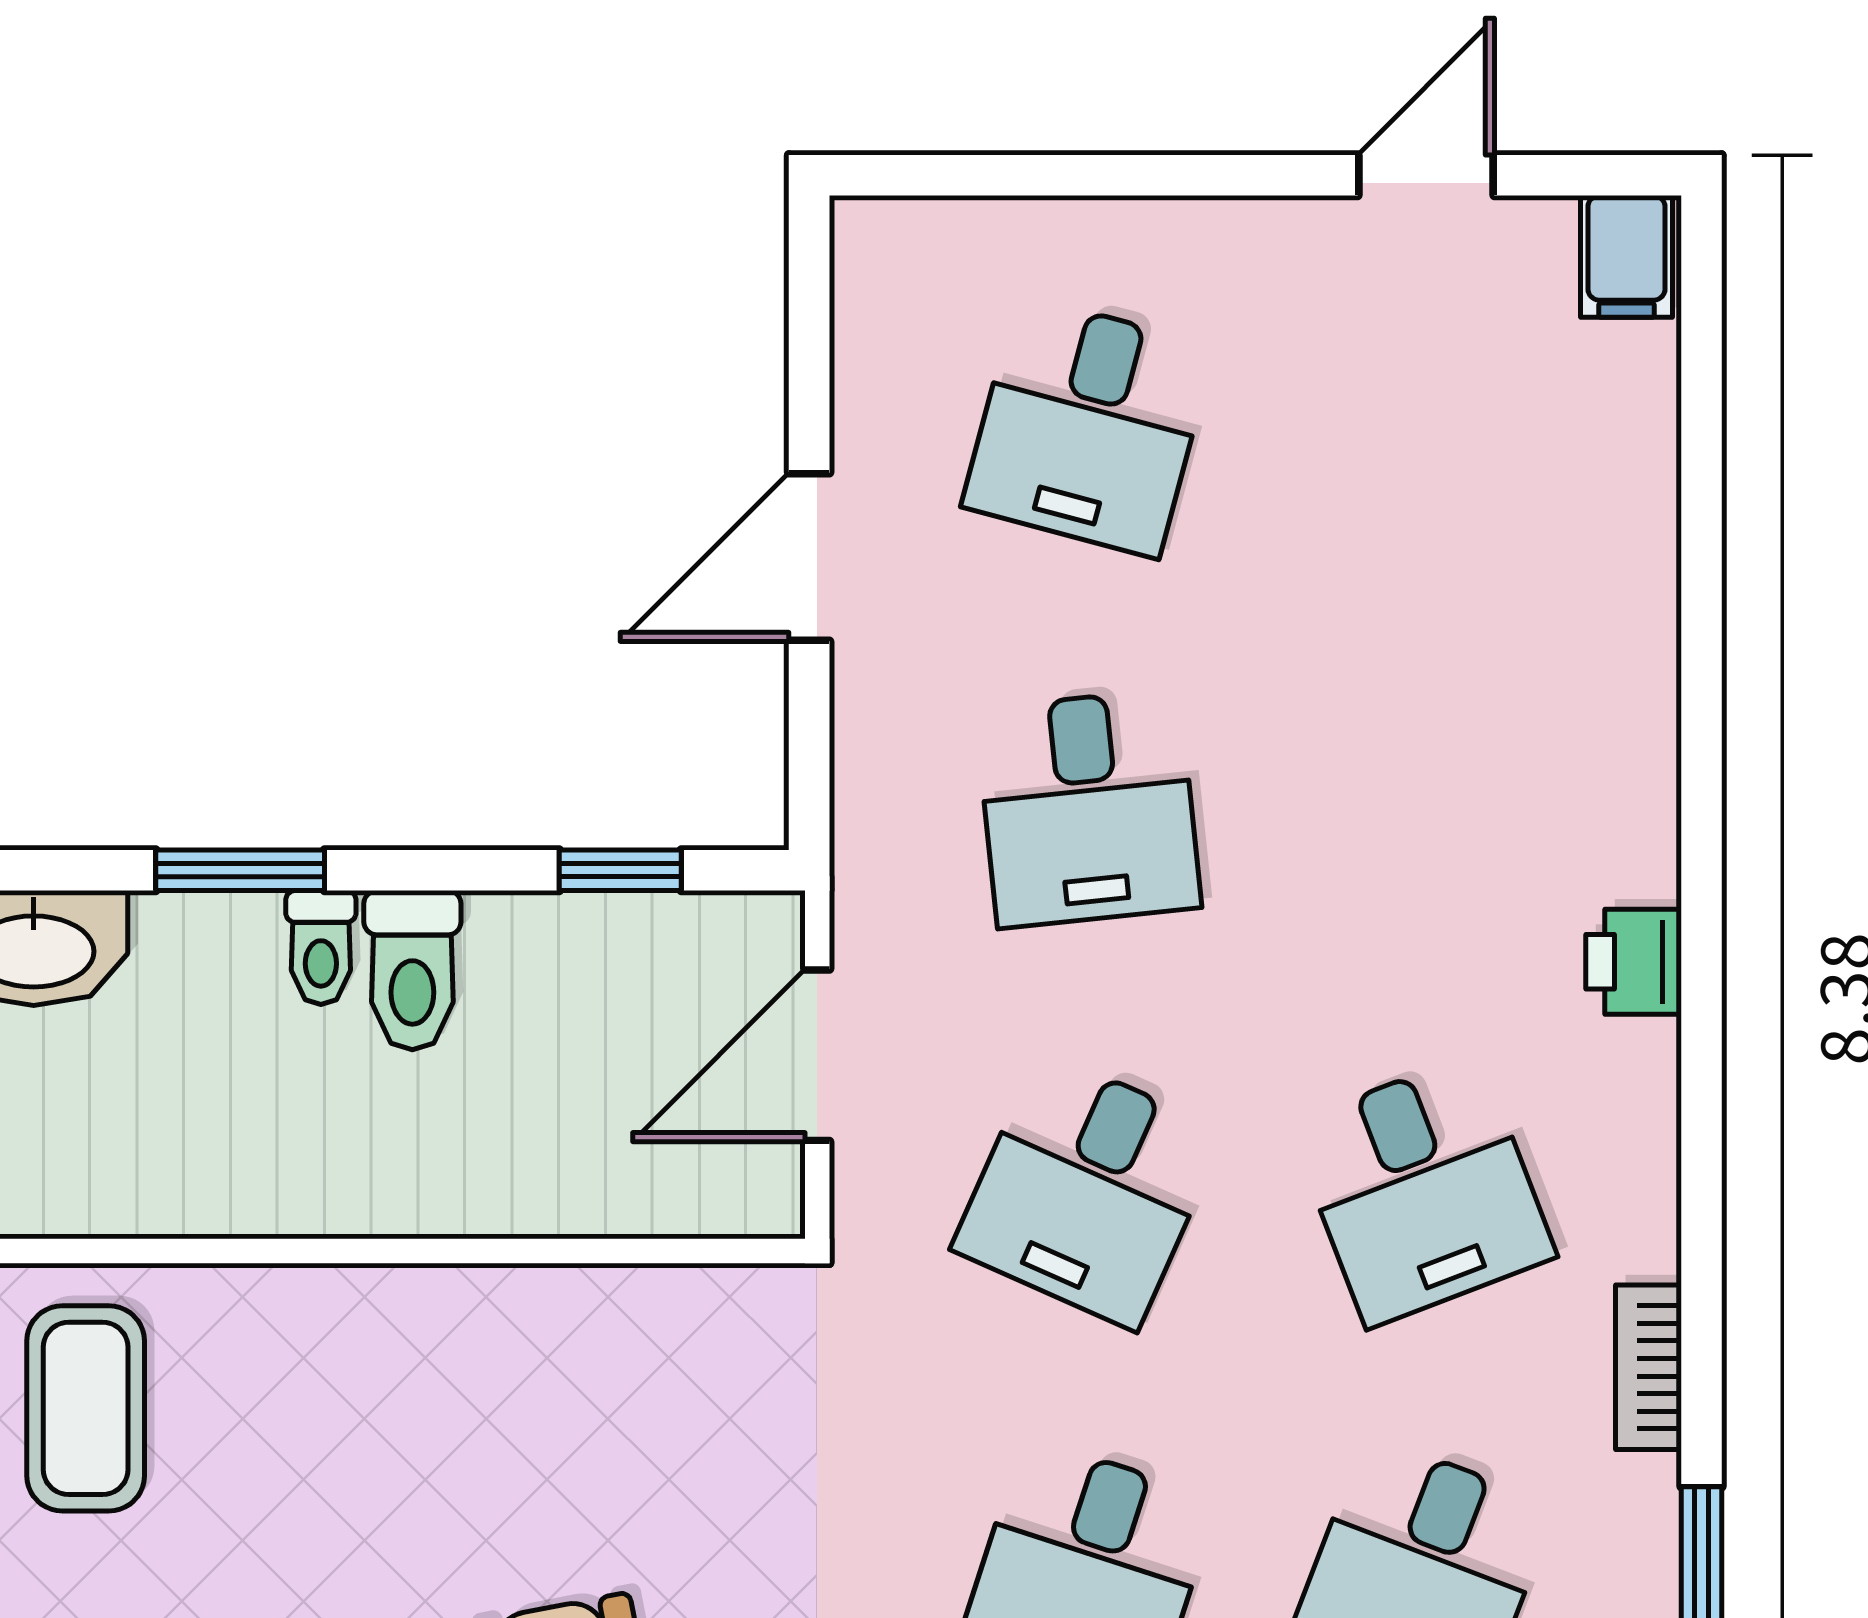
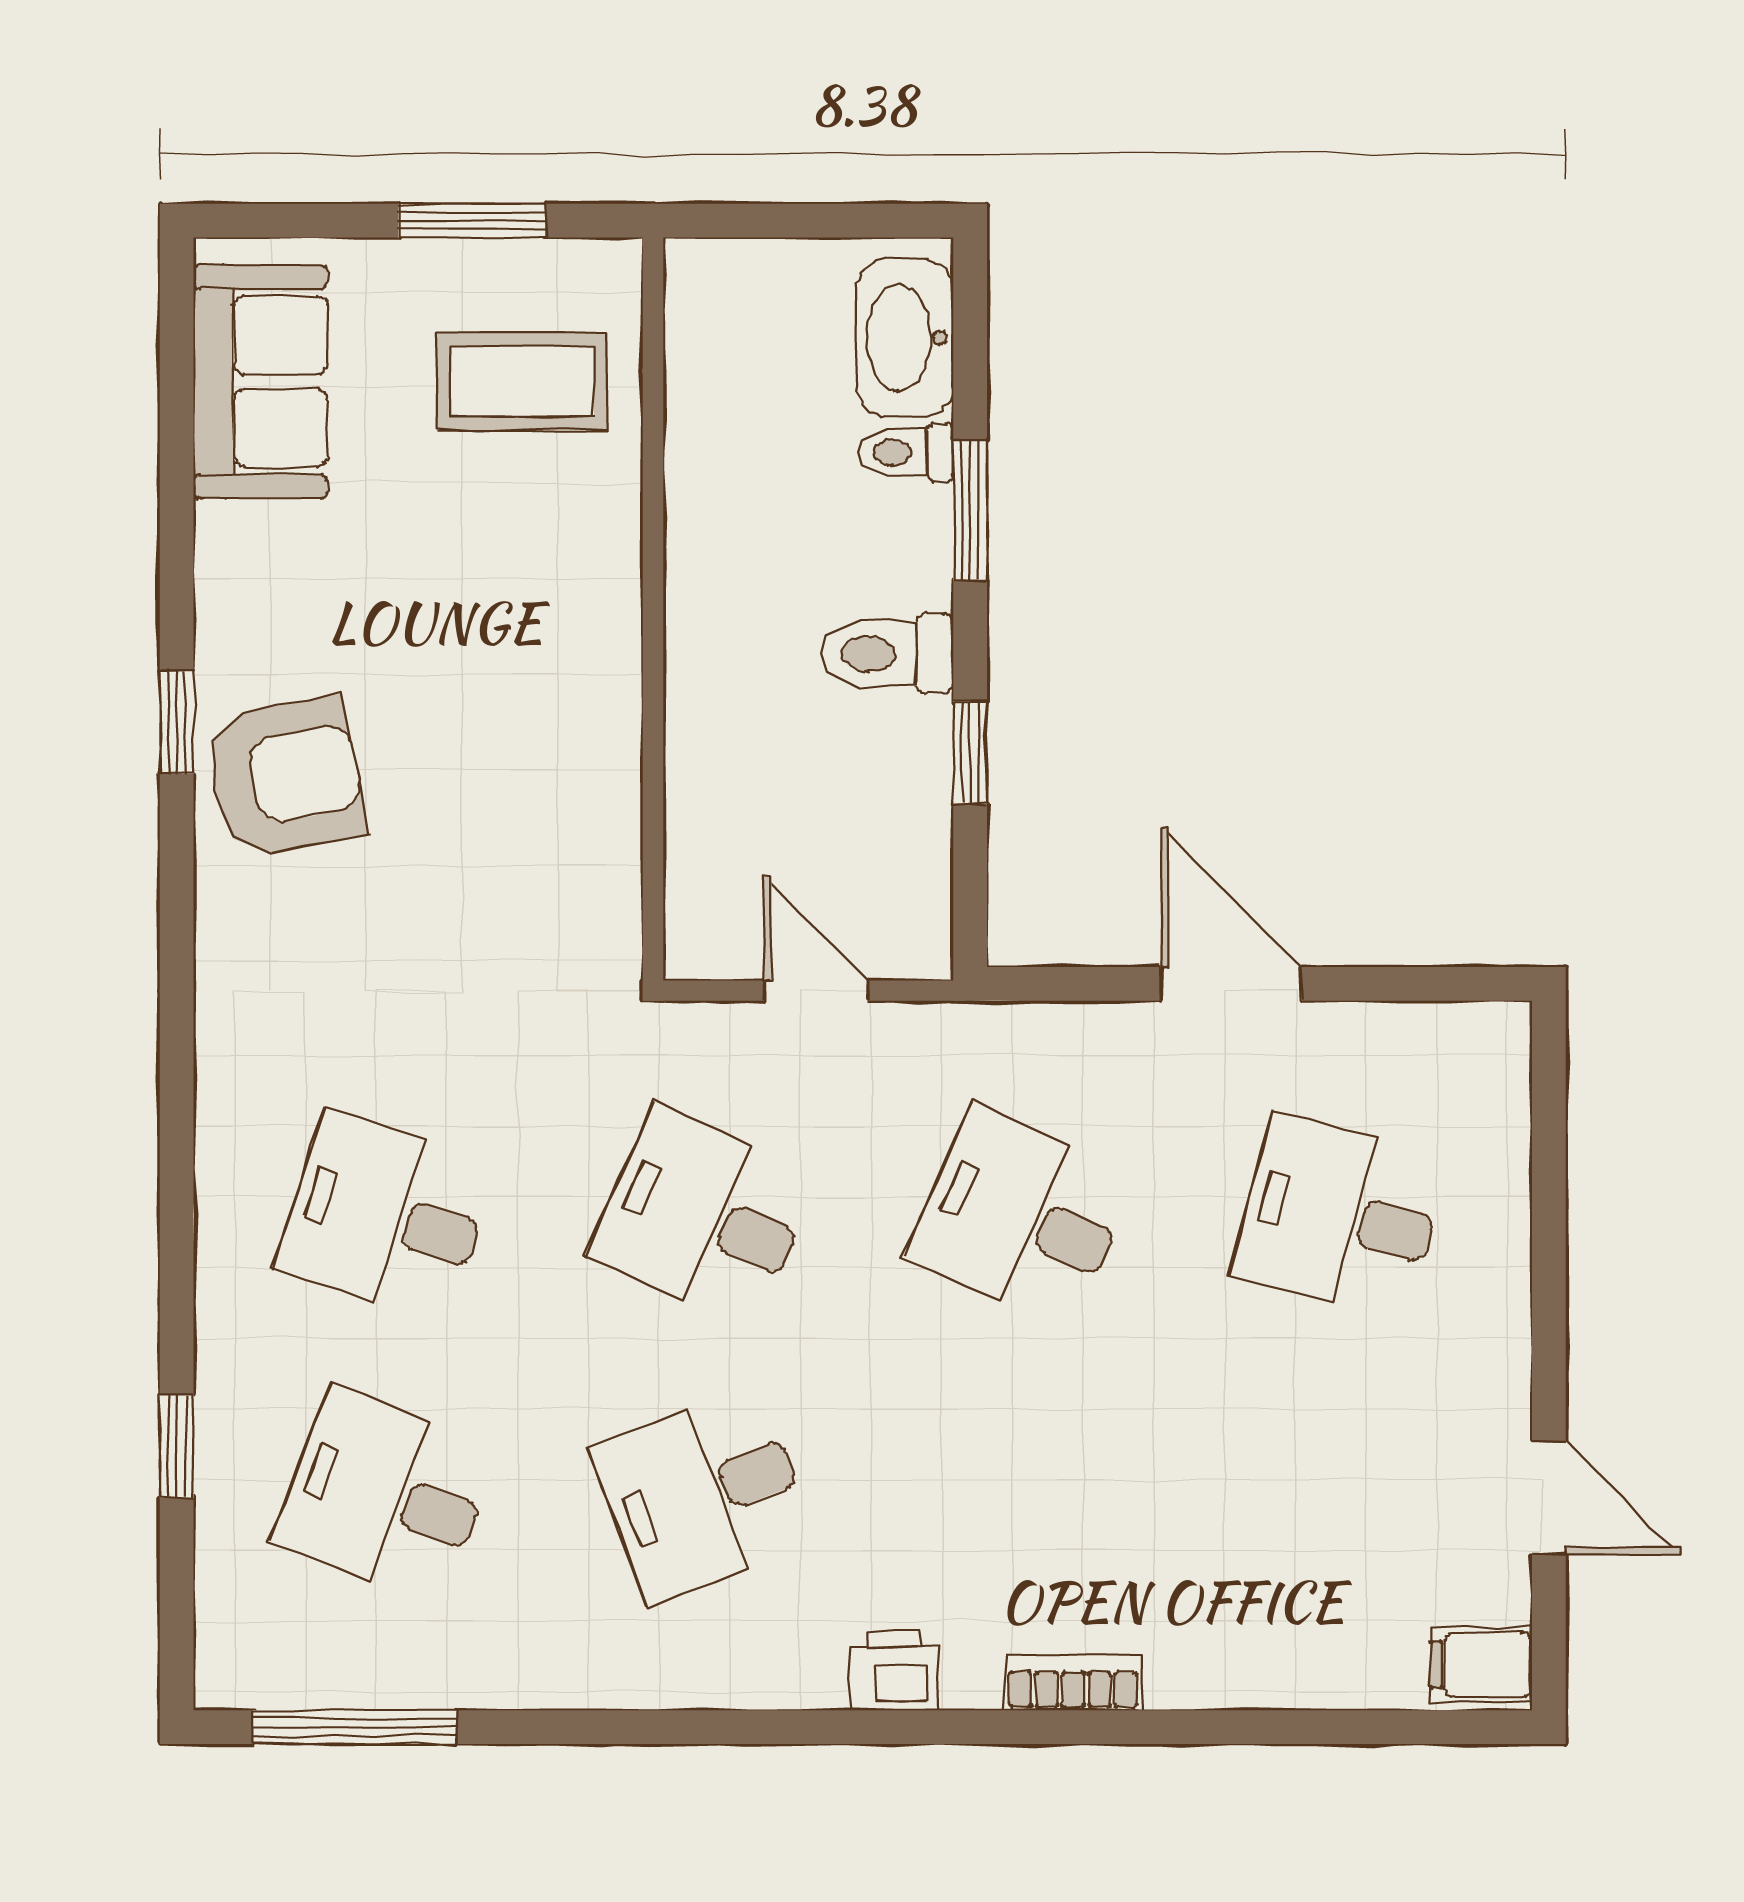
desk: (1088, 808) -> (1022, 1216), turned 30
window: (620, 870) -> (970, 753), moved
toilet: (321, 947) -> (906, 452), moved
door: (817, 1055) -> (816, 991), width x0.73
bookcase: (1648, 1367) -> (1073, 1683), moved

